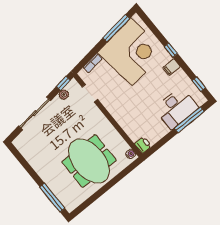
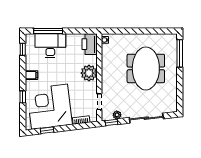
window: (116, 28) -> (47, 130), width x0.46
window: (171, 50) -> (23, 97), moved
plant: (121, 112) -> (89, 73), added
printer: (143, 145) -> (90, 44), width x1.87, depth x1.48
meeting table: (89, 161) -> (146, 68), moved

